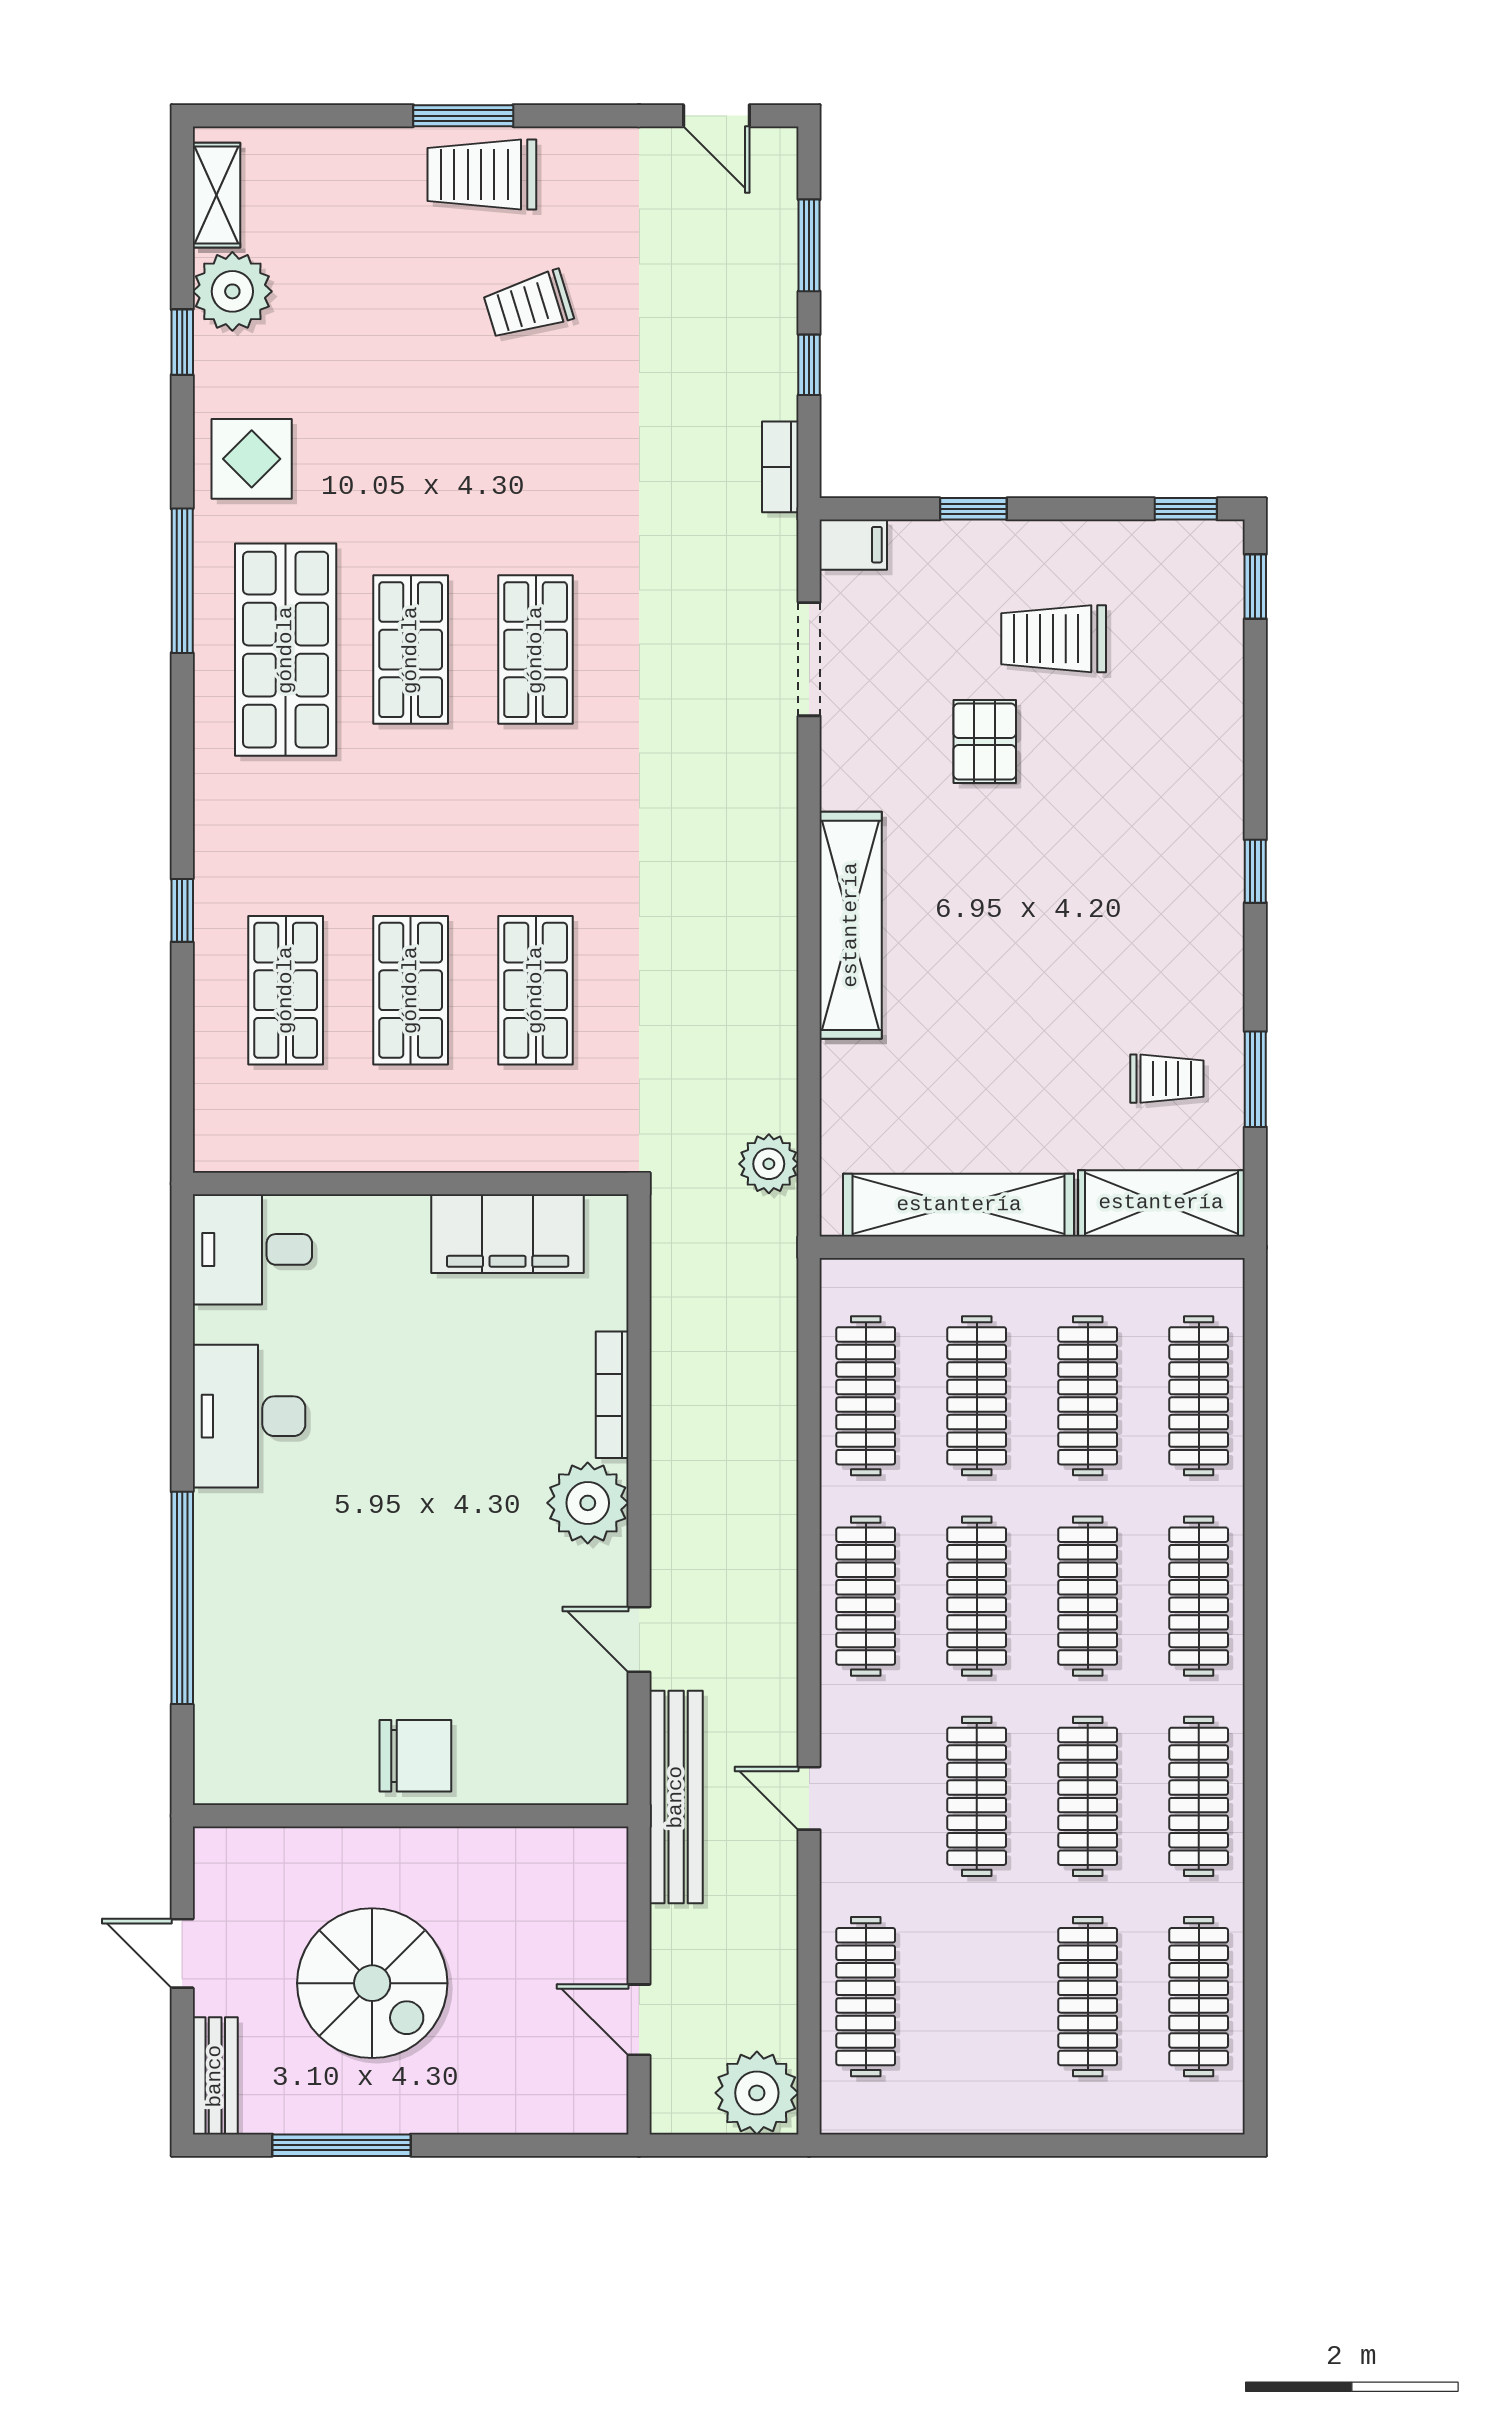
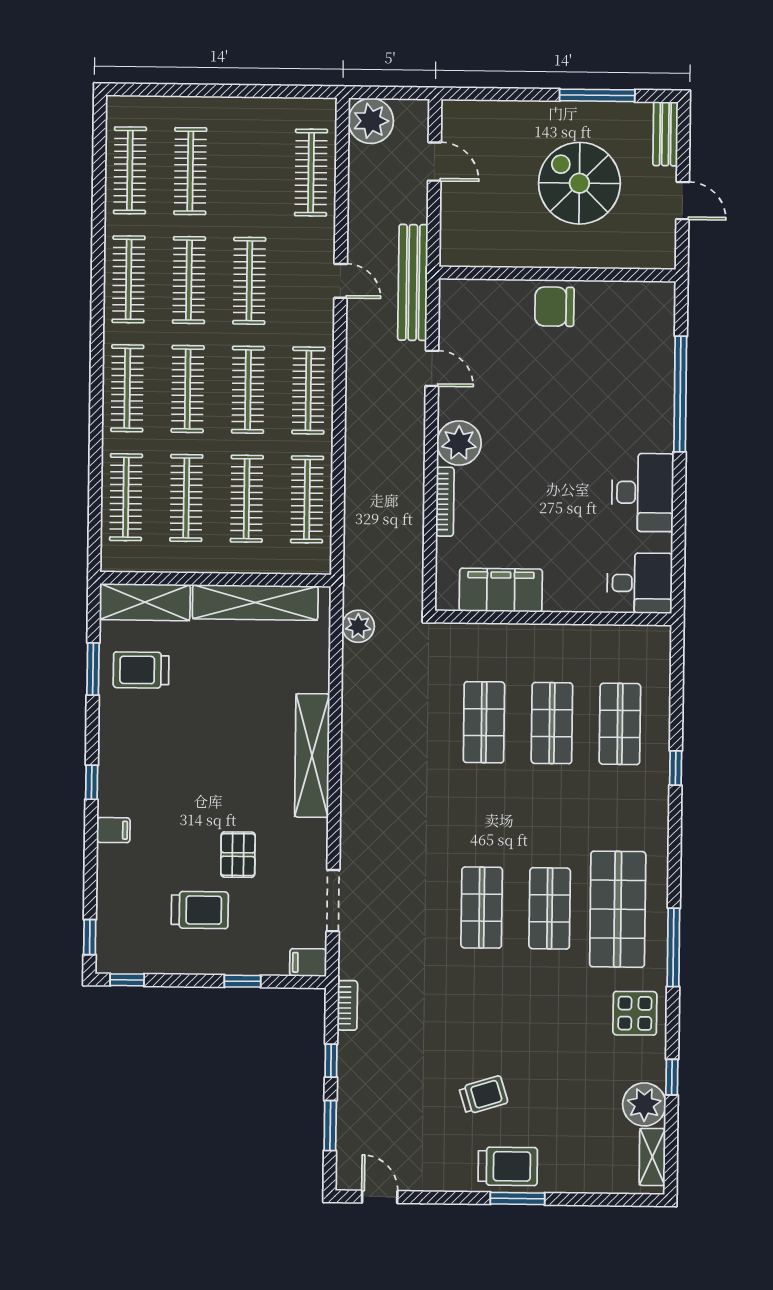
filing cabinet: (1214, 784) -> (113, 830), added
trolley: (1167, 1079) -> (141, 670), width x1.36, depth x1.39

